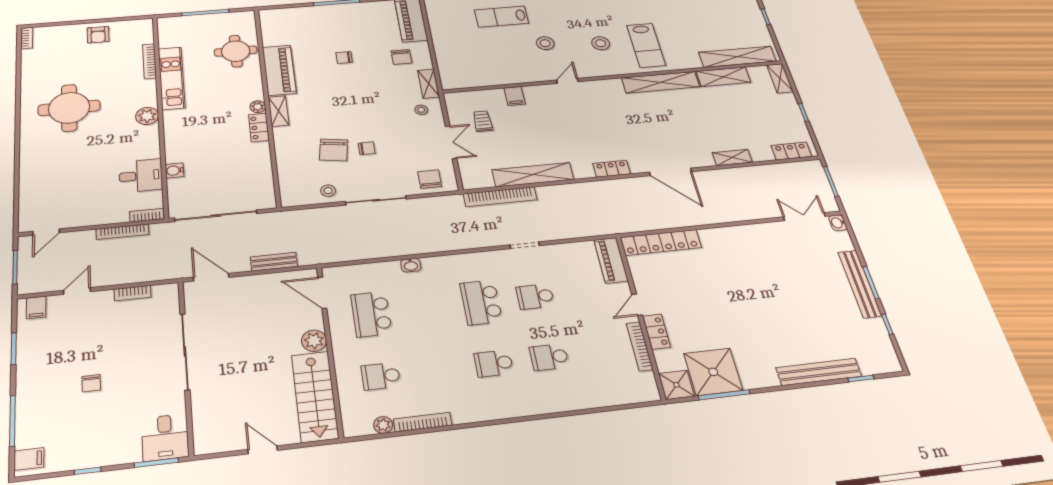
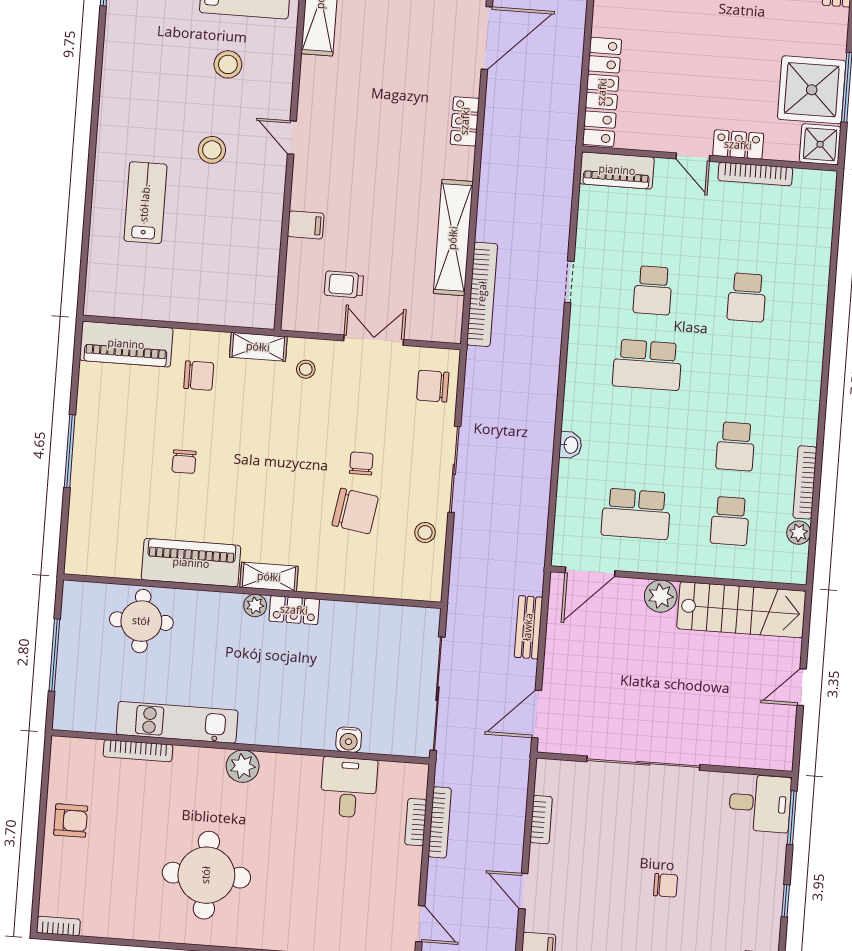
lab bench: (501, 17) -> (145, 203), turned 180
bookcase: (147, 215) -> (416, 822), moved
school desk: (494, 363) -> (736, 446), moved

